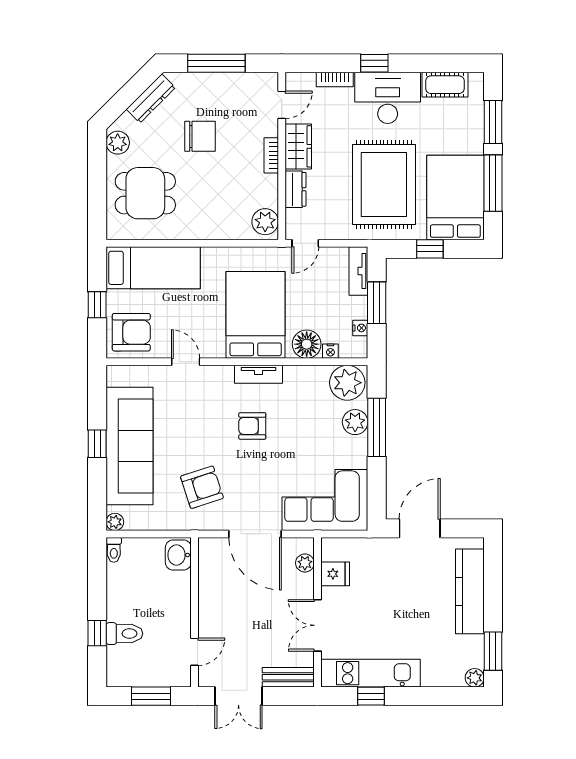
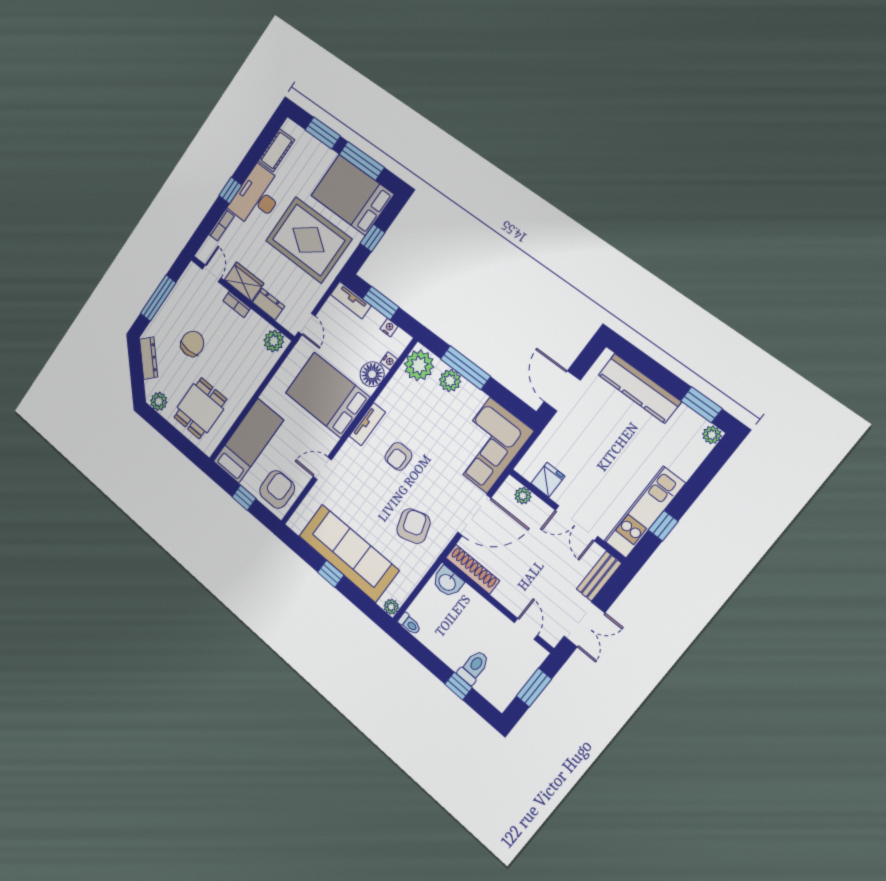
shoe rack: (207, 568) -> (473, 569), added

